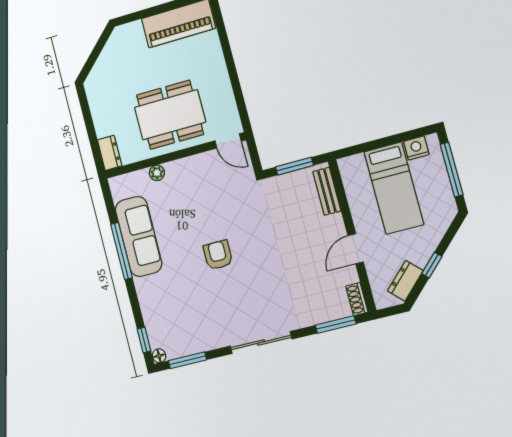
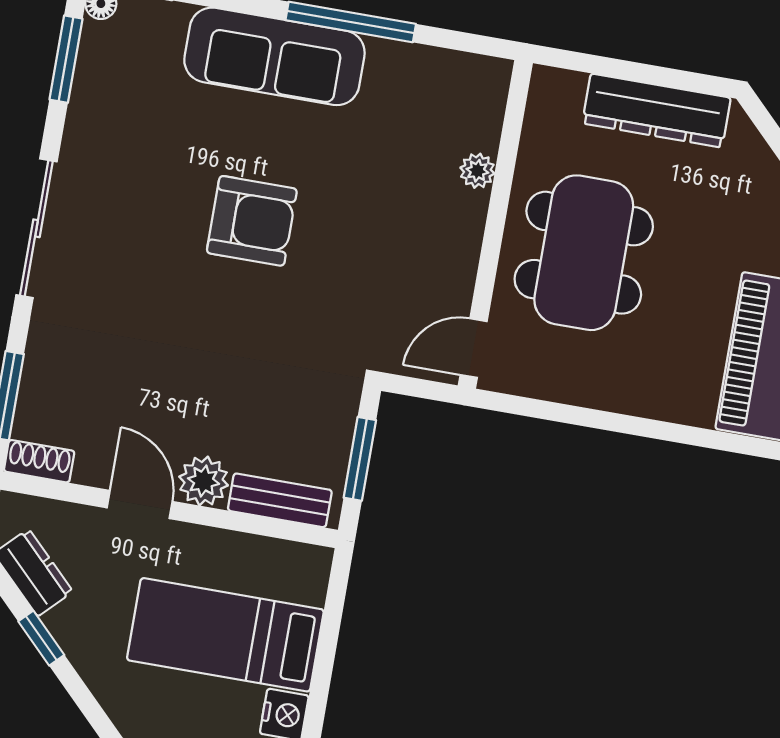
dresser: (110, 153) -> (657, 111), moved, width x1.96, depth x1.24
plant: (333, 227) -> (204, 481), added
sofa: (139, 236) -> (274, 56), moved
armchair: (218, 255) -> (252, 221), width x1.38, depth x1.38

